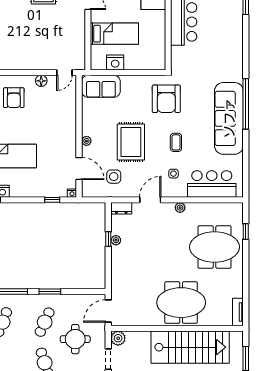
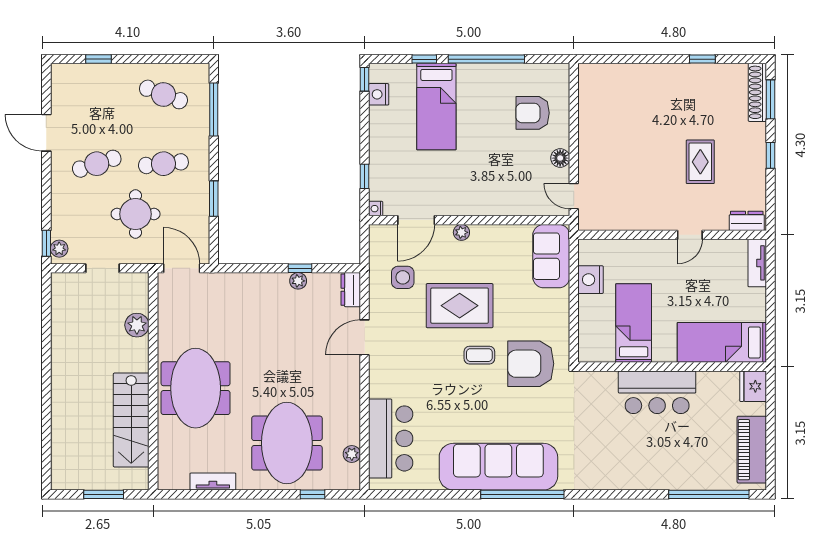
bed: (114, 34) -> (634, 323), moved, turned 180
coffee table: (176, 142) -> (479, 355), moved
side table: (173, 174) -> (408, 376), removed
door: (150, 200) -> (365, 337), swing flipped
plant: (180, 208) -> (352, 454), moved
window: (50, 291) -> (214, 199), moved
tv unit: (238, 312) -> (213, 481), moved
cafe table: (45, 322) -> (163, 164), turned -30
plant: (118, 338) -> (137, 325), moved
stairs: (190, 347) -> (131, 420), width x0.73, depth x0.66

